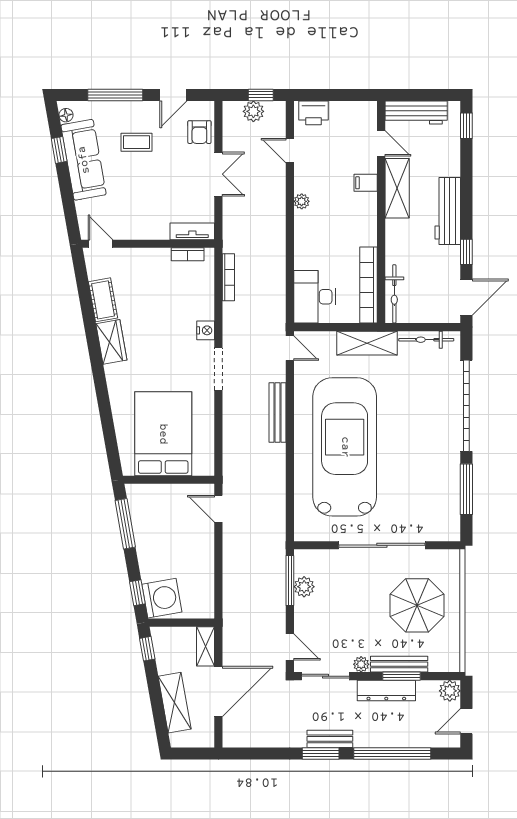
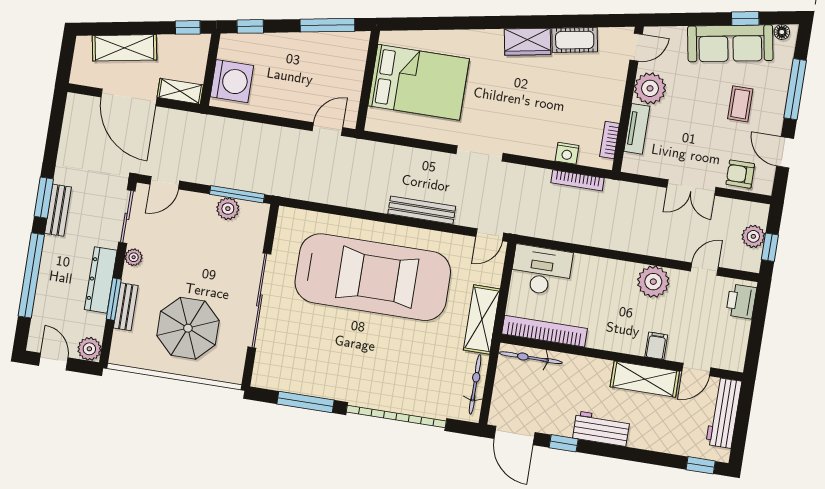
plant: (302, 201) -> (653, 282), width x1.88, depth x1.88
workbench: (448, 211) -> (601, 429), width x0.73
plant: (136, 225) -> (650, 88), added
tv unit: (192, 231) -> (637, 129), moved
nightstand: (206, 330) -> (567, 153), moved
washing machine: (162, 598) -> (232, 81), moved, turned -80
bench: (399, 664) -> (126, 307), width x0.73

